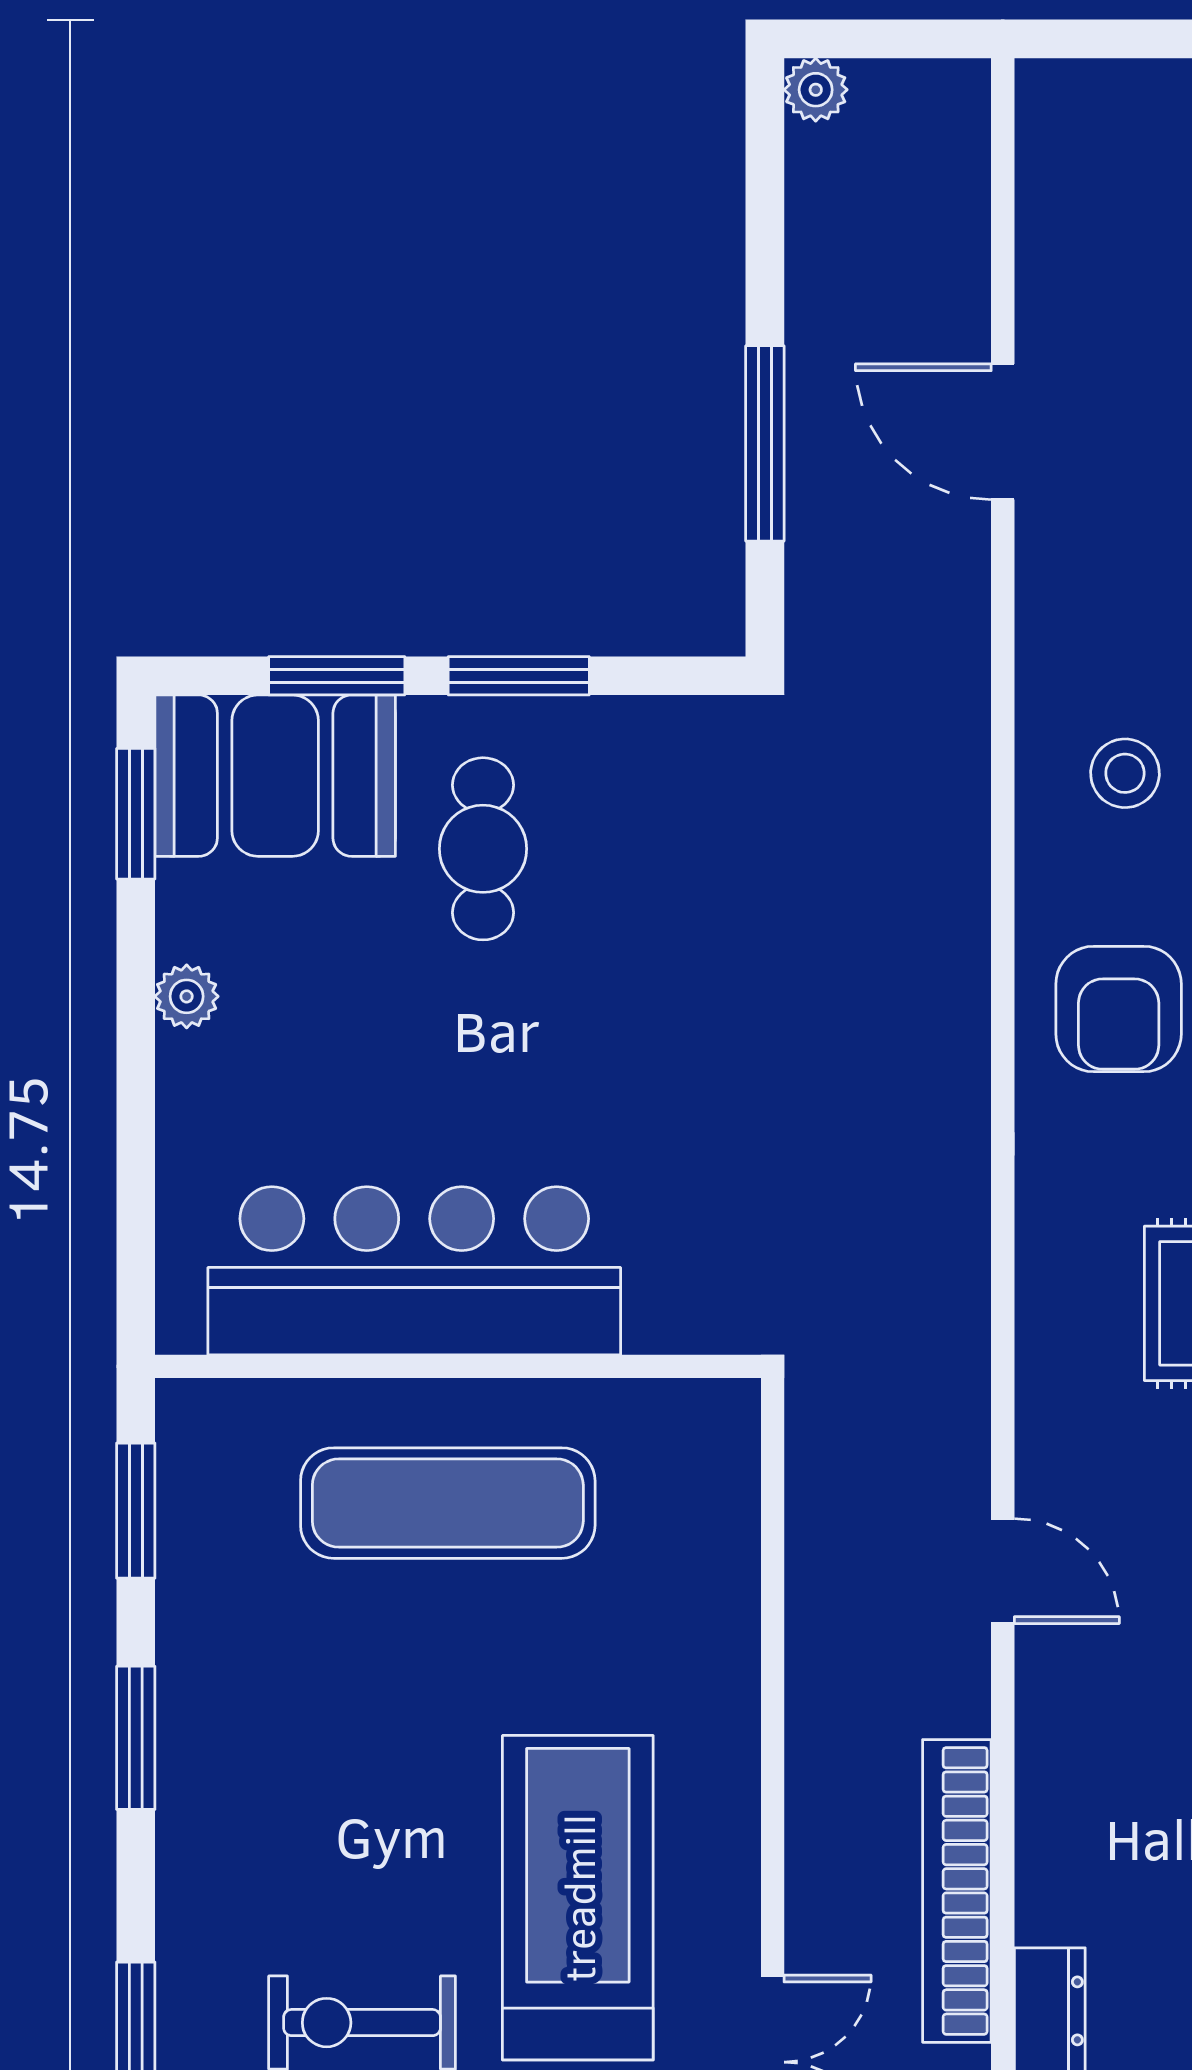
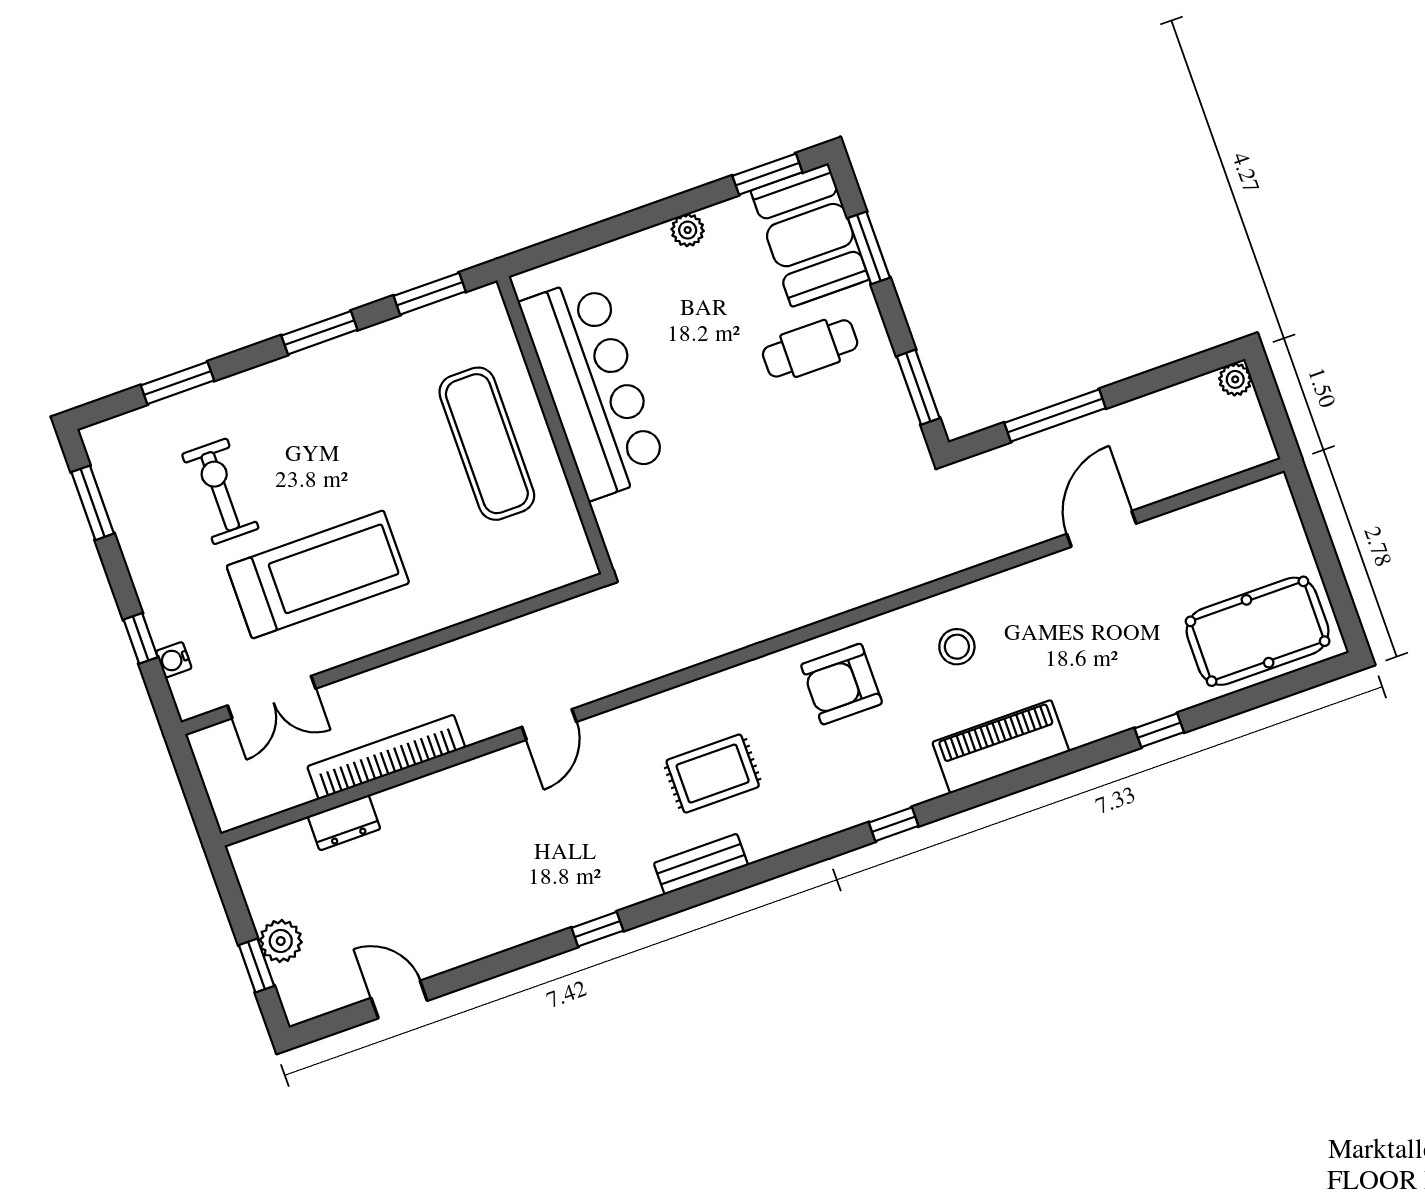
window: (519, 676) -> (918, 387), moved

